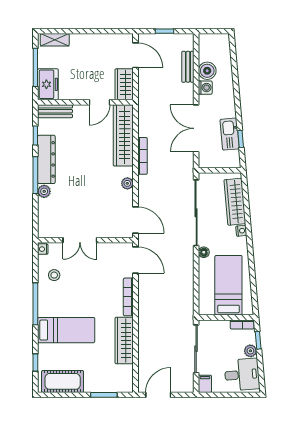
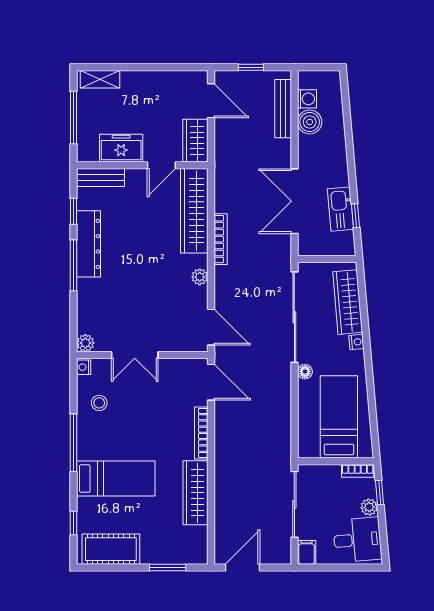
bench: (188, 67) -> (283, 109), width x1.36
freezer: (48, 84) -> (121, 148), moved, turned -90
washing machine: (205, 88) -> (307, 99), moved
plant: (44, 191) -> (85, 343), moved

